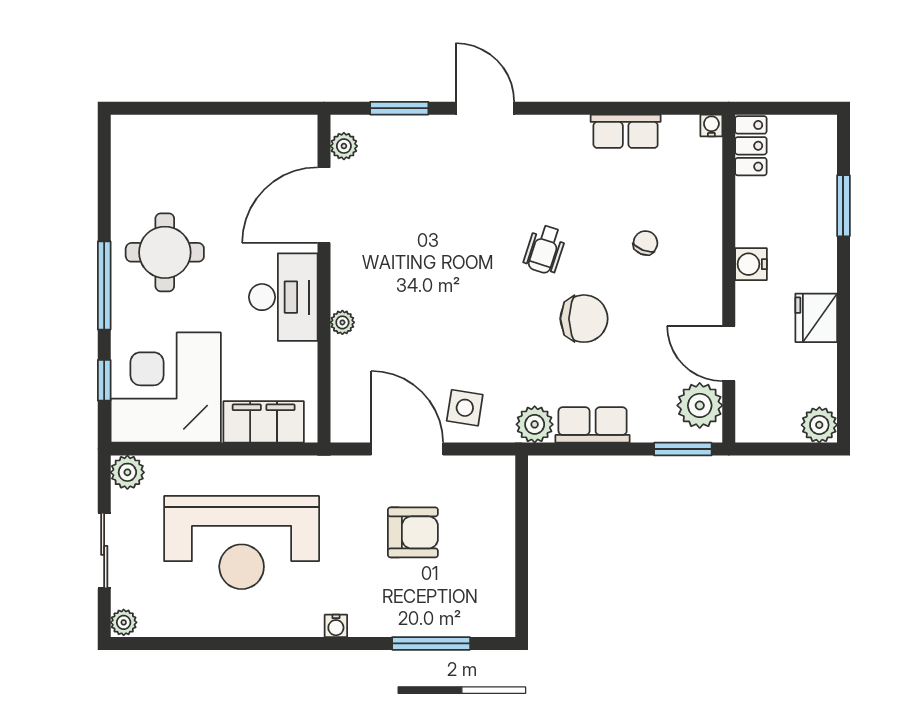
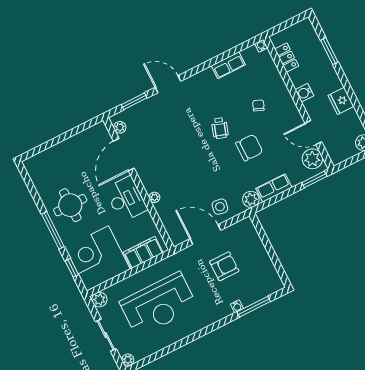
locker: (751, 146) -> (287, 58), moved
water cooler: (336, 626) -> (237, 306), moved

